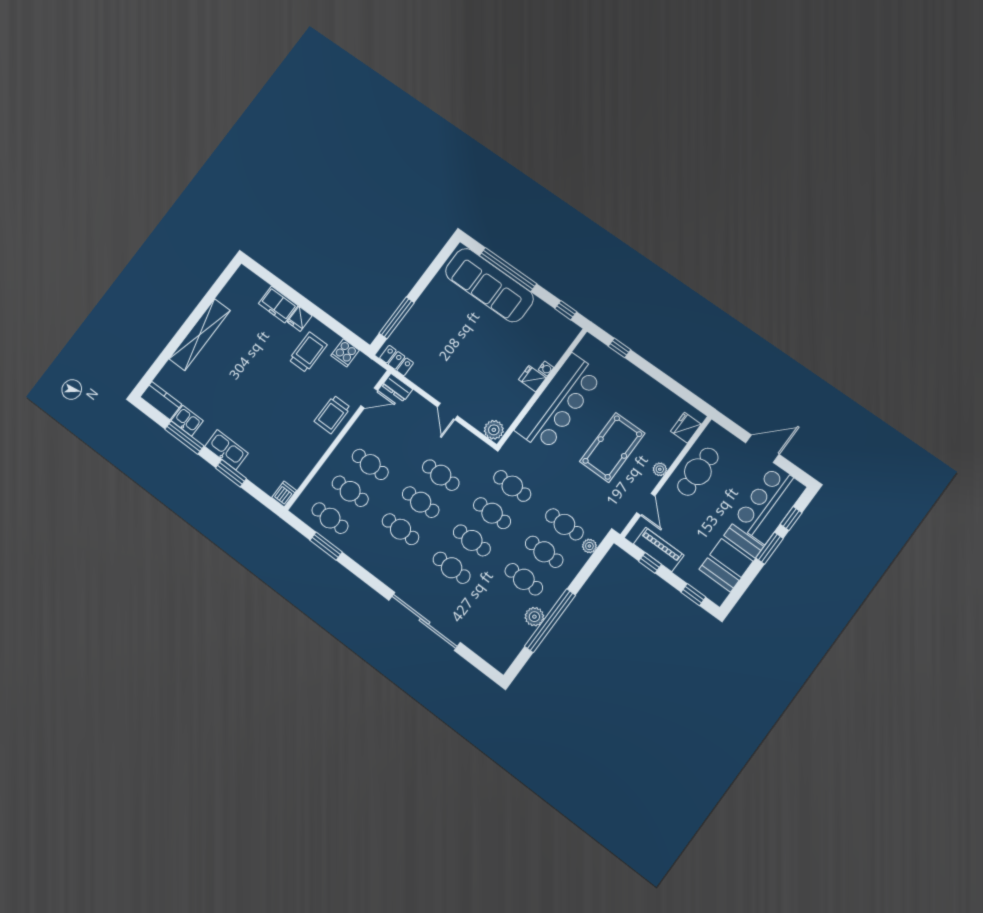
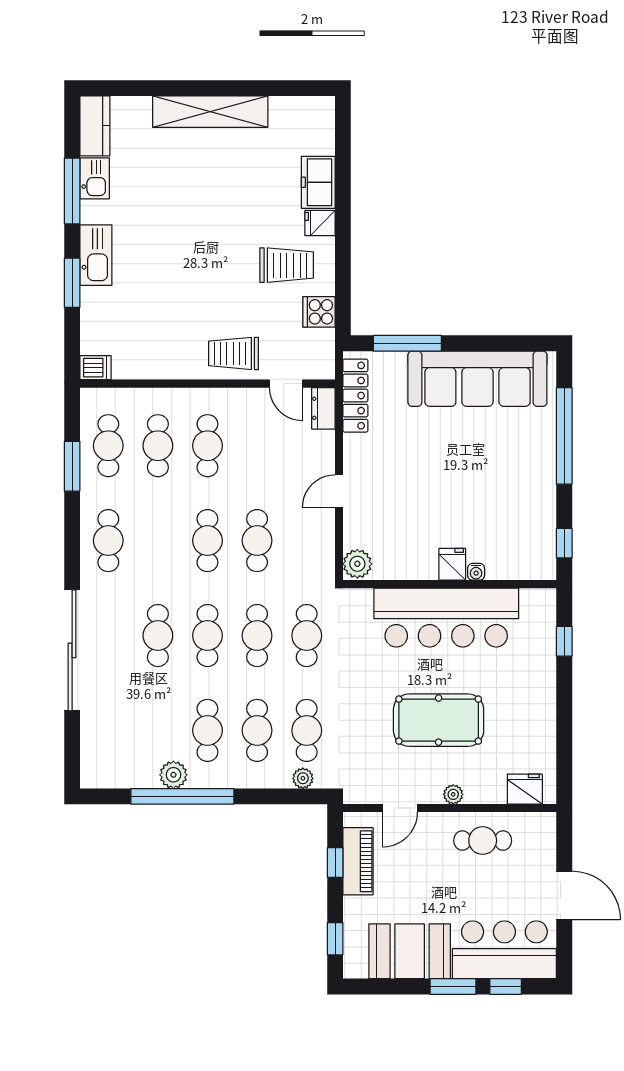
sofa: (489, 285) -> (477, 379), moved, turned -90
locker: (396, 360) -> (355, 396), width x1.53
cafe table: (698, 472) -> (483, 841), width x0.73, depth x0.74
cafe table: (400, 529) -> (108, 541), moved

